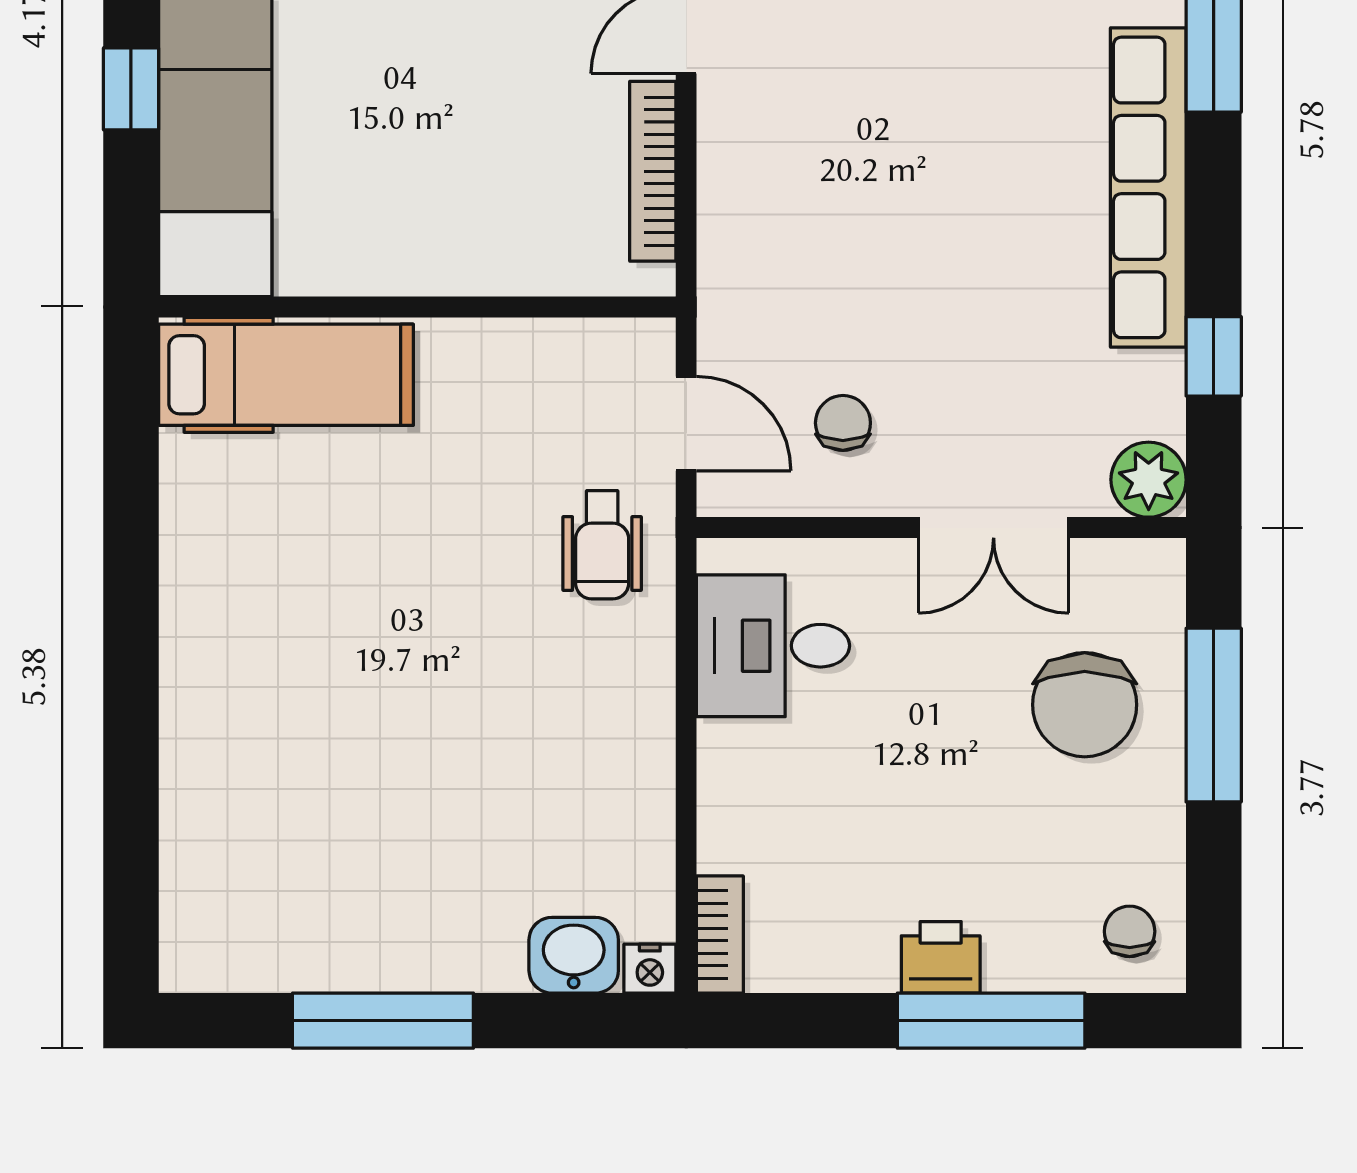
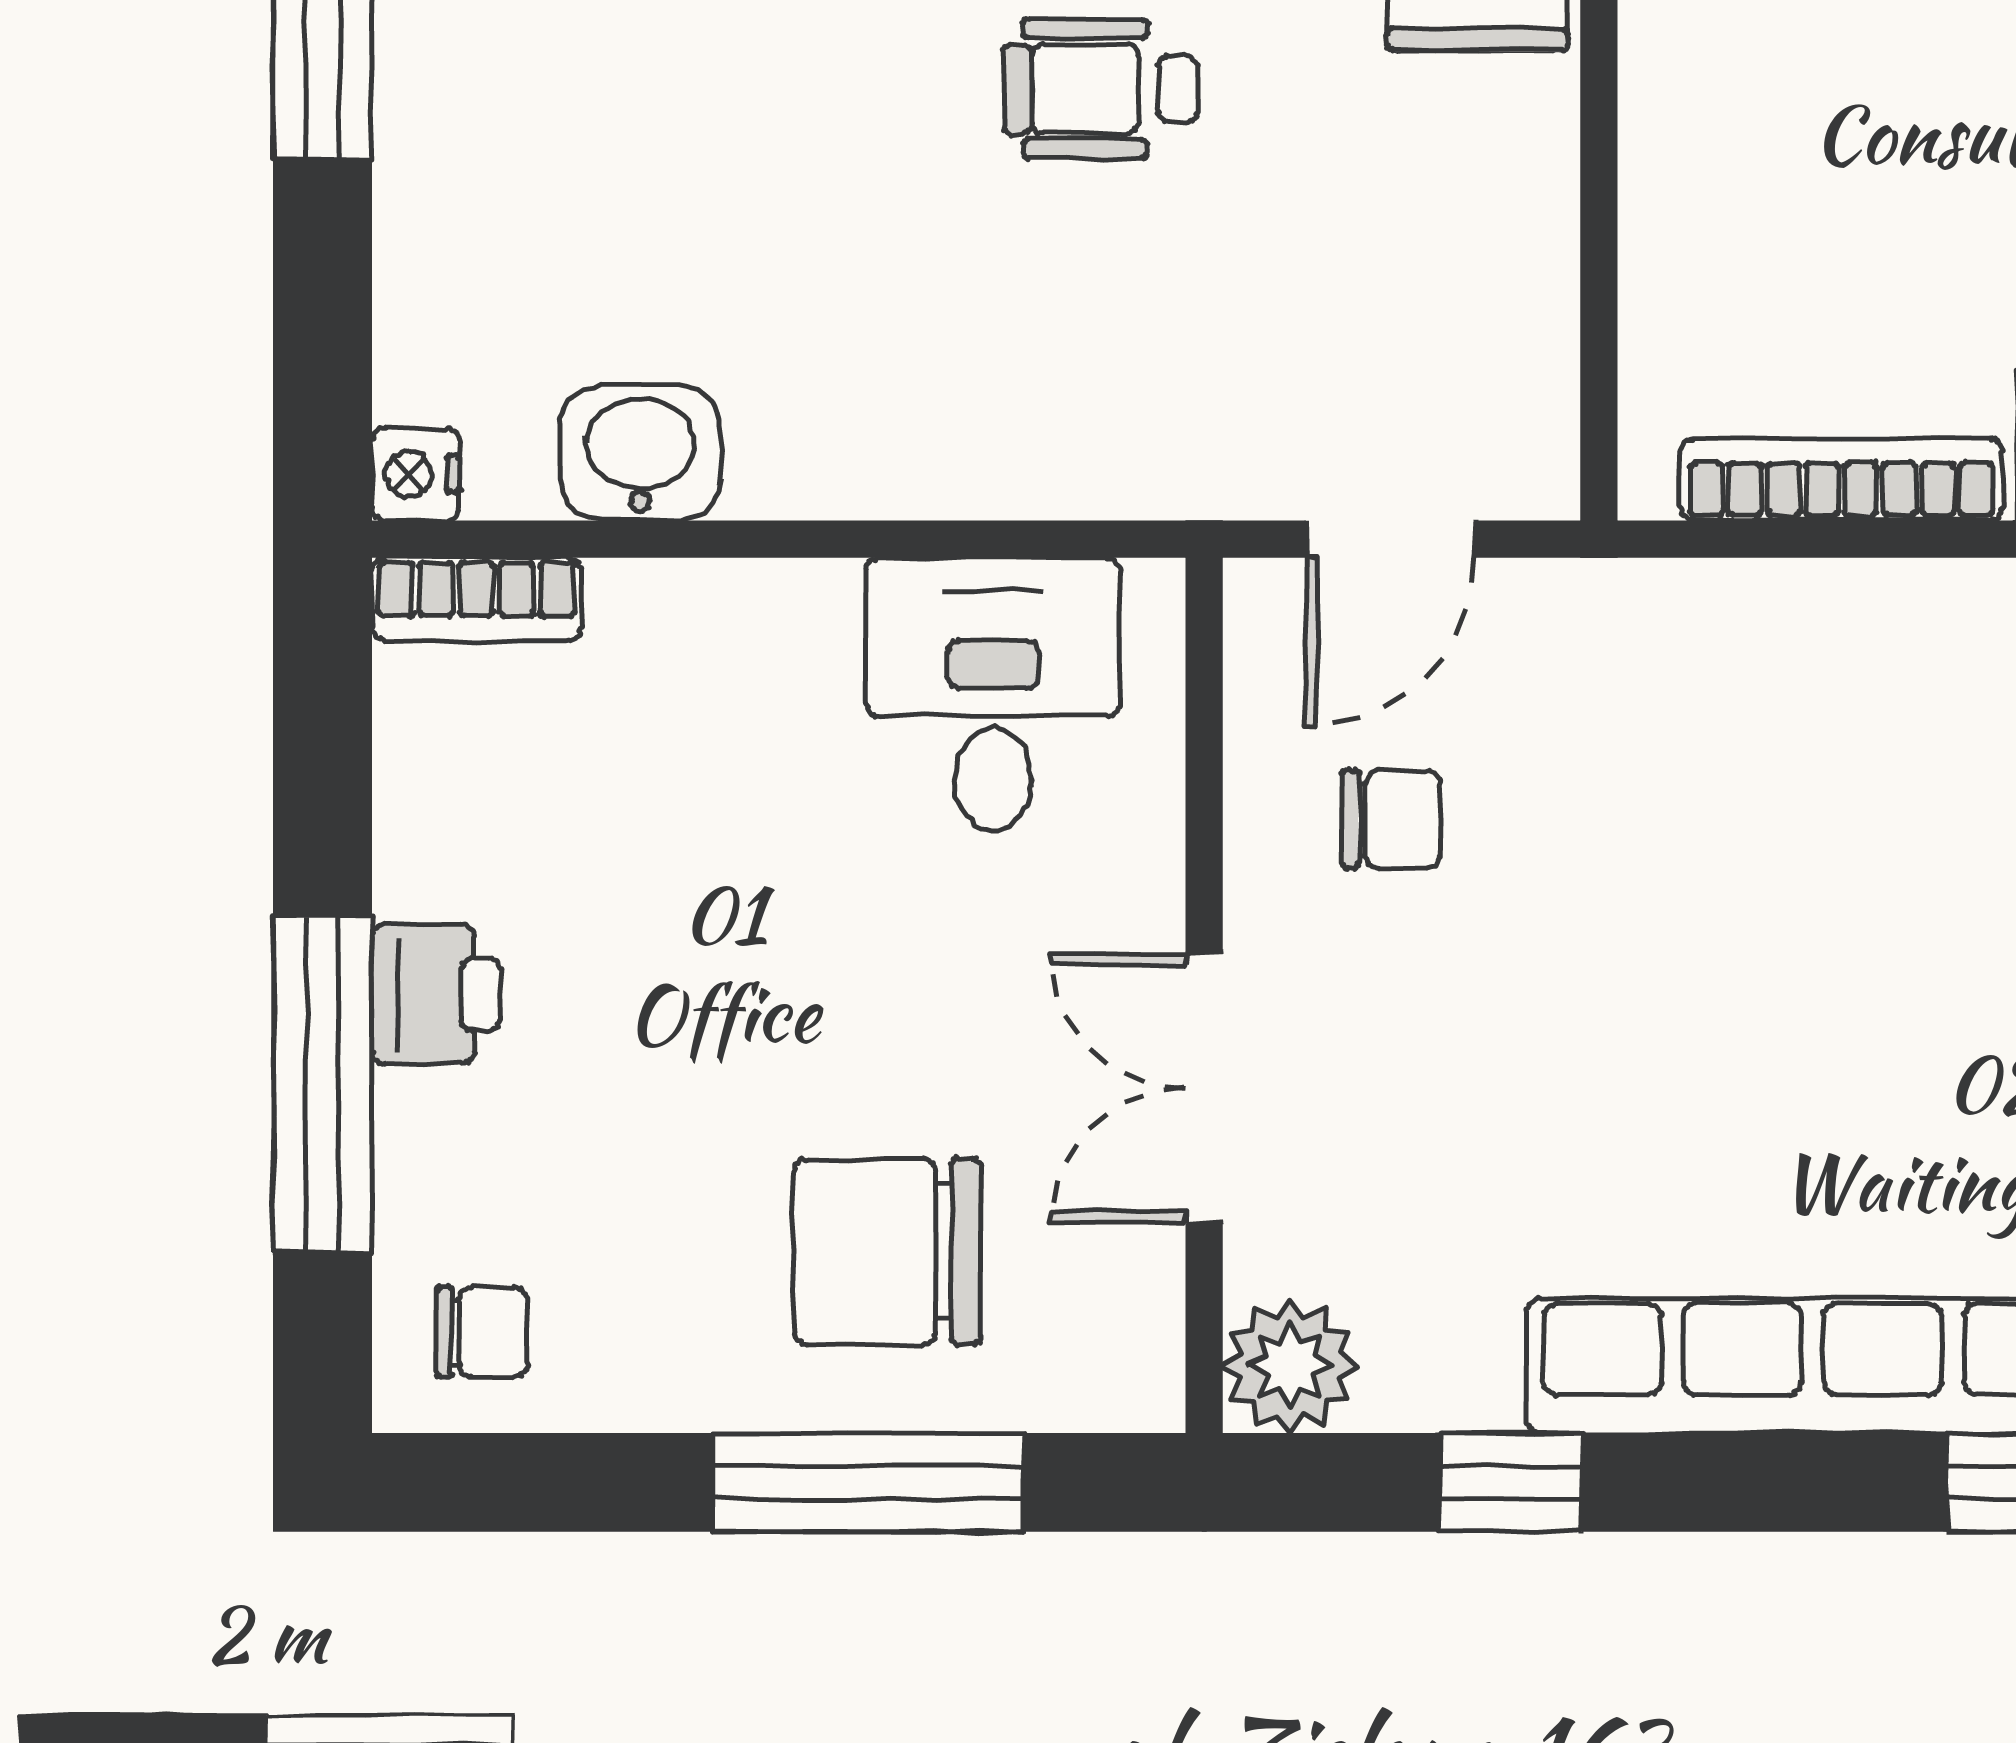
wheelchair: (602, 545) -> (1100, 89), moved
washbasin: (574, 955) -> (640, 453), moved, turned -90

